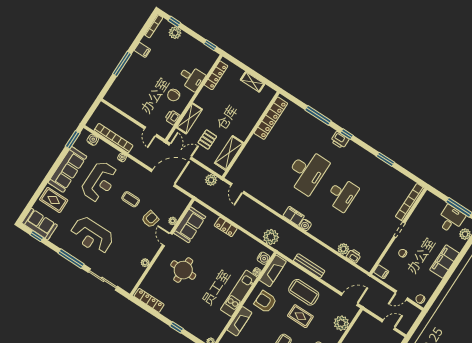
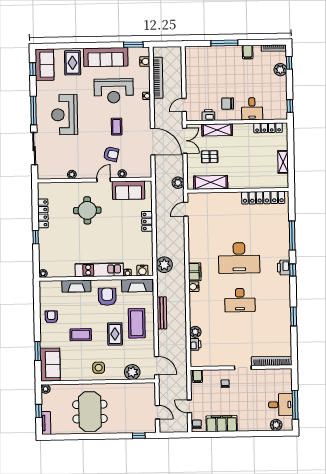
filing cabinet: (444, 261) -> (222, 424), moved
locker: (149, 300) -> (43, 213), moved

